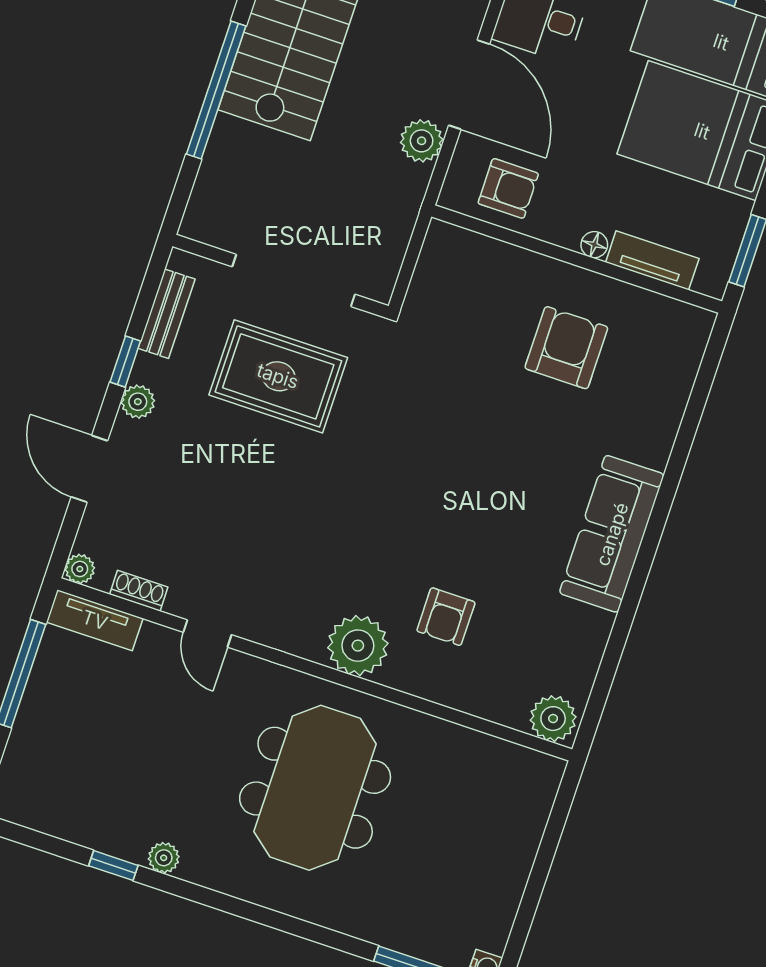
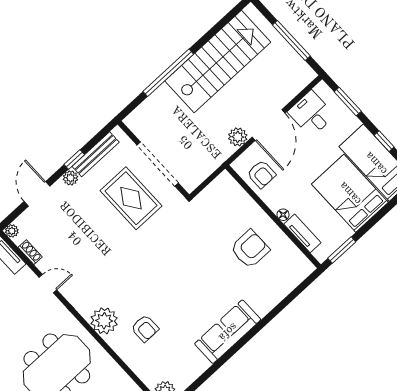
bench: (166, 314) -> (96, 154), width x1.36
armchair: (446, 617) -> (145, 328), turned -90
door: (207, 633) -> (48, 284), swing flipped

